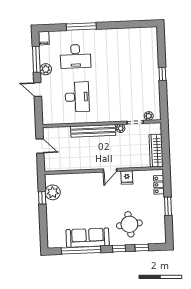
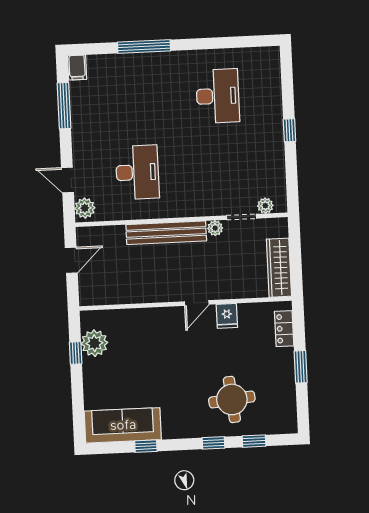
desk: (75, 56) -> (218, 96), moved, turned -90
plant: (46, 69) -> (85, 208), moved
door: (38, 90) -> (67, 180), moved
door: (40, 146) -> (71, 260), hinge flipped
sofa: (88, 238) -> (123, 425), moved
window: (81, 250) -> (146, 446), width x0.32

